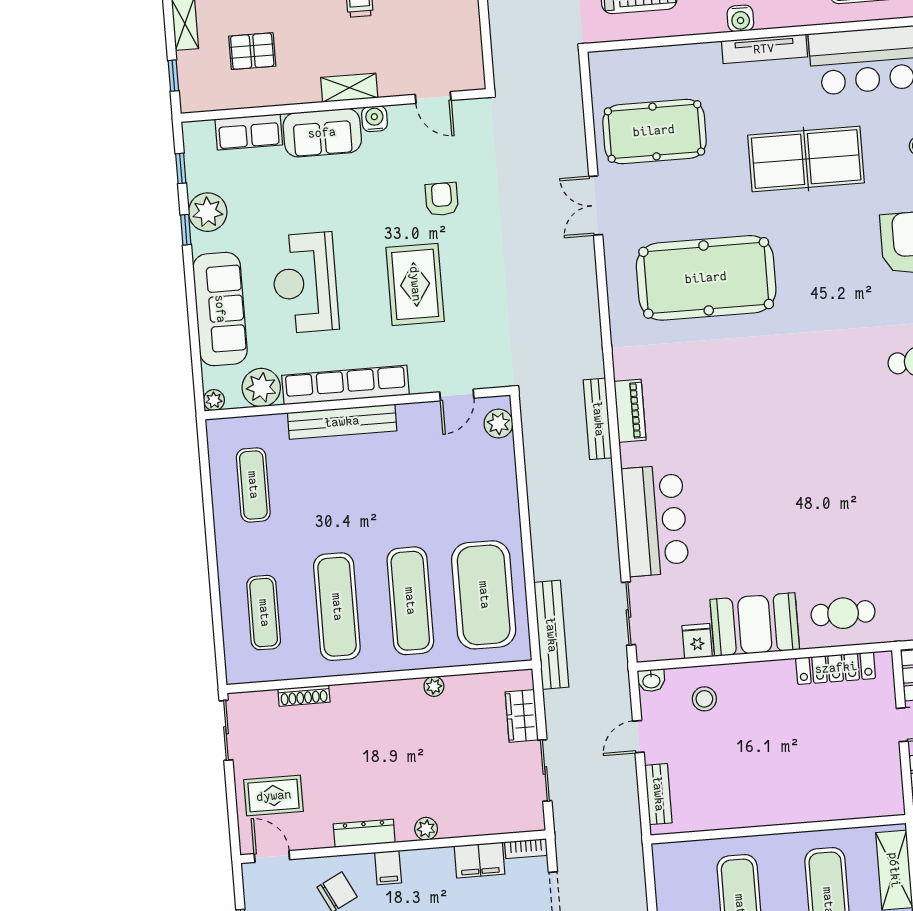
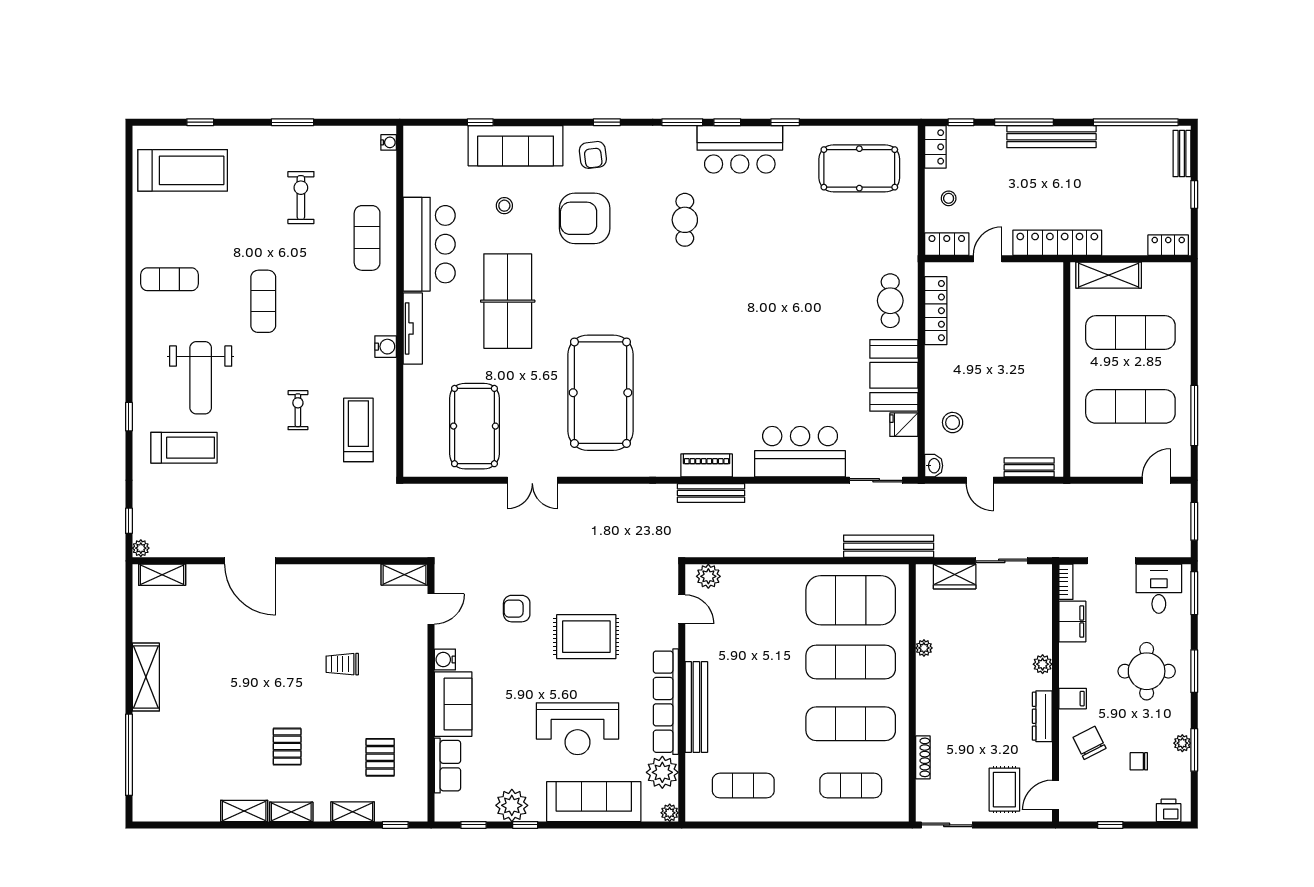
shelving: (349, 88) -> (404, 575), moved, turned 90

